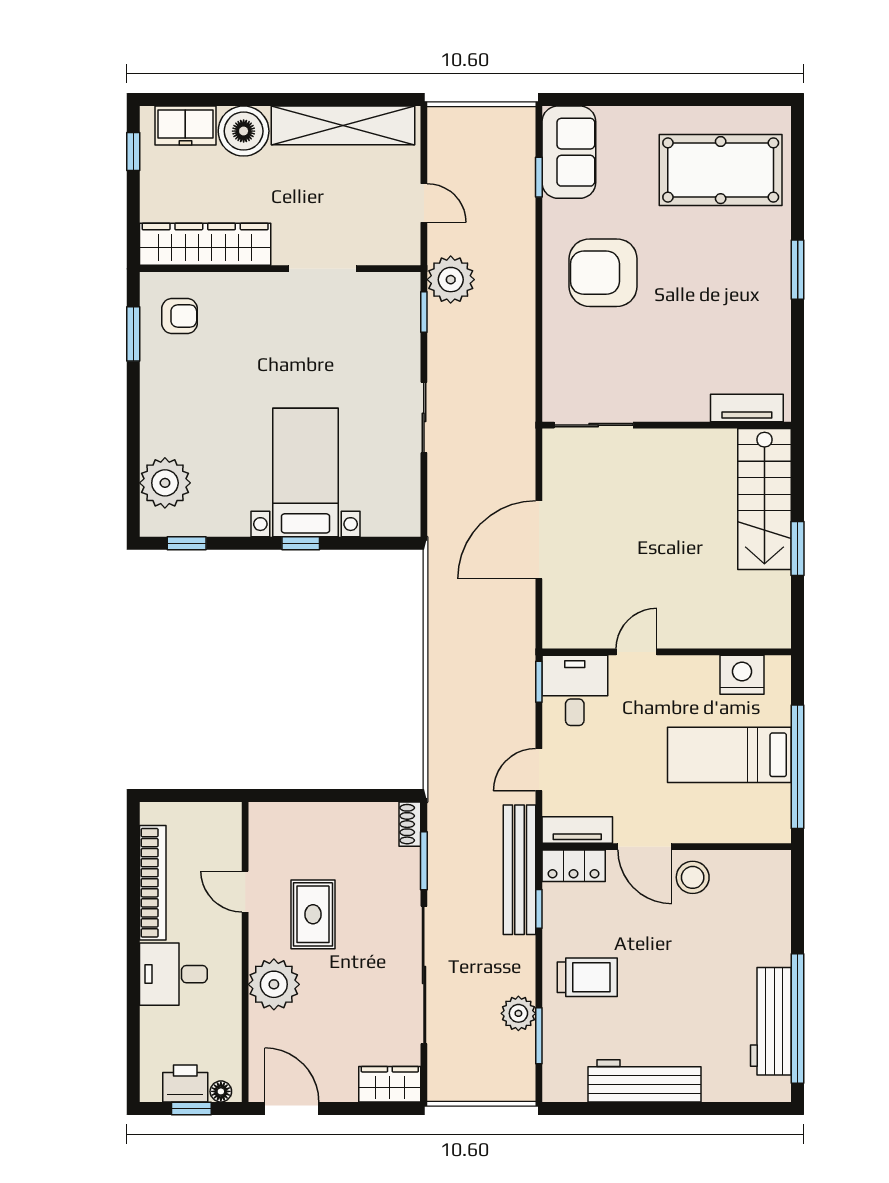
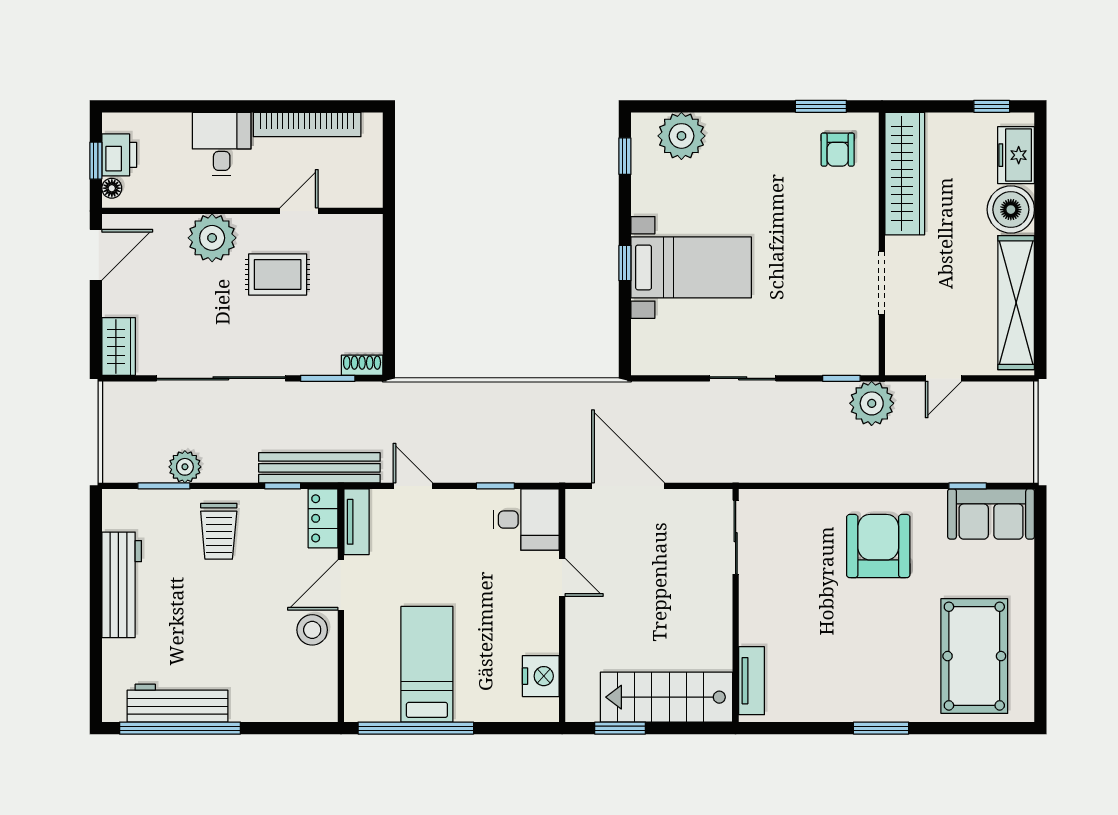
door: (637, 652) -> (562, 577), moved
wall: (667, 652) -> (562, 605), moved
nightstand: (742, 675) -> (541, 676), moved
desk: (575, 690) -> (526, 520), moved

